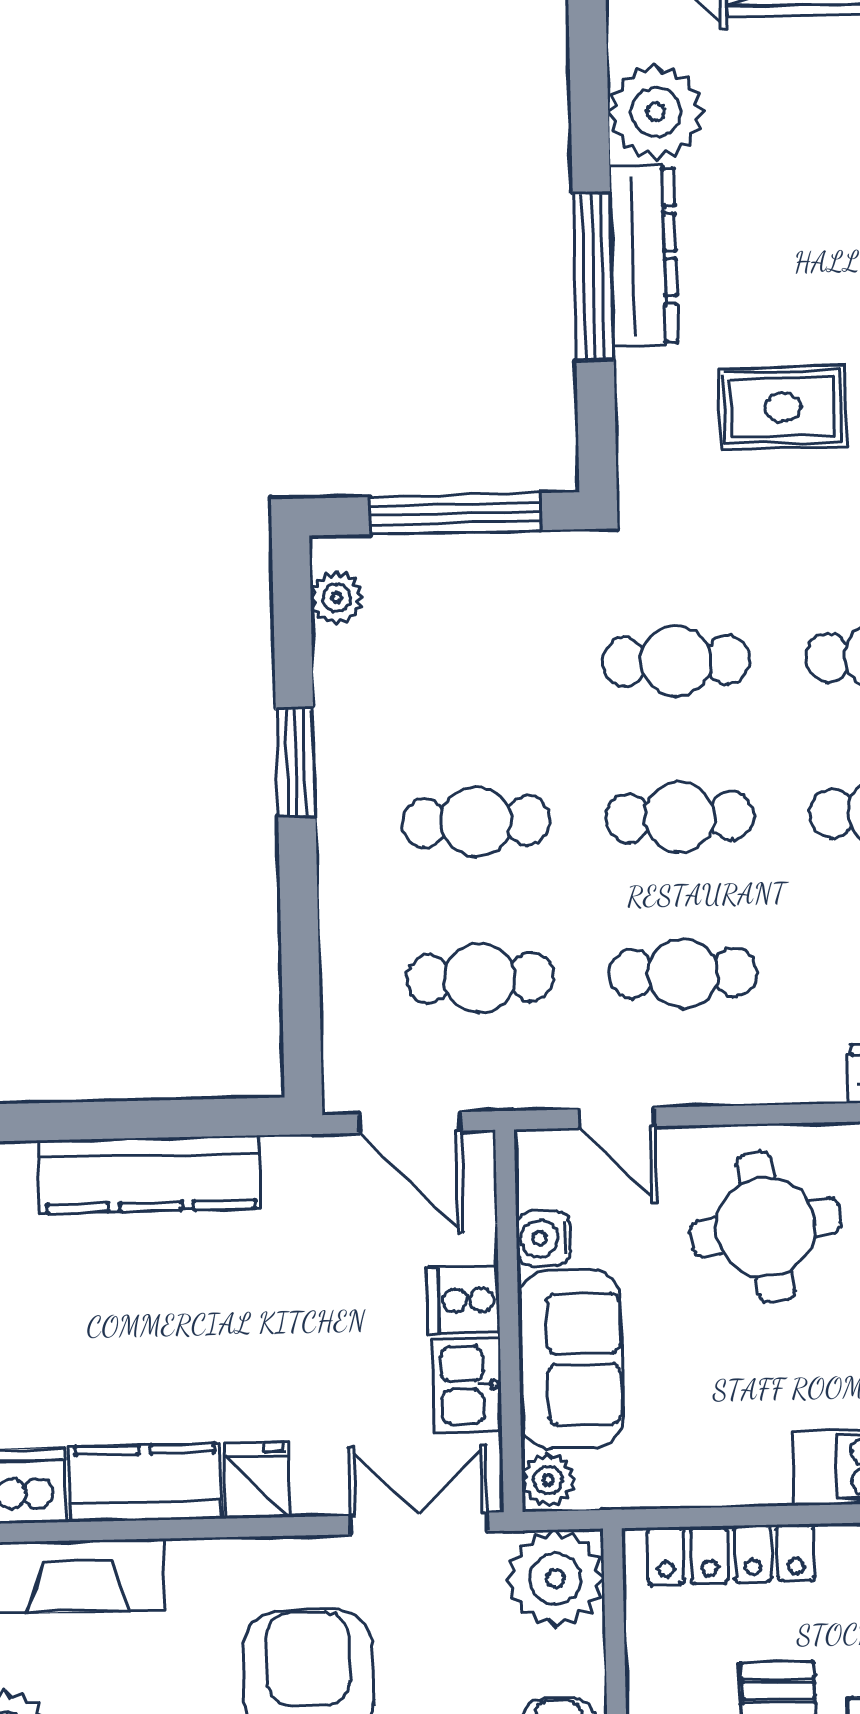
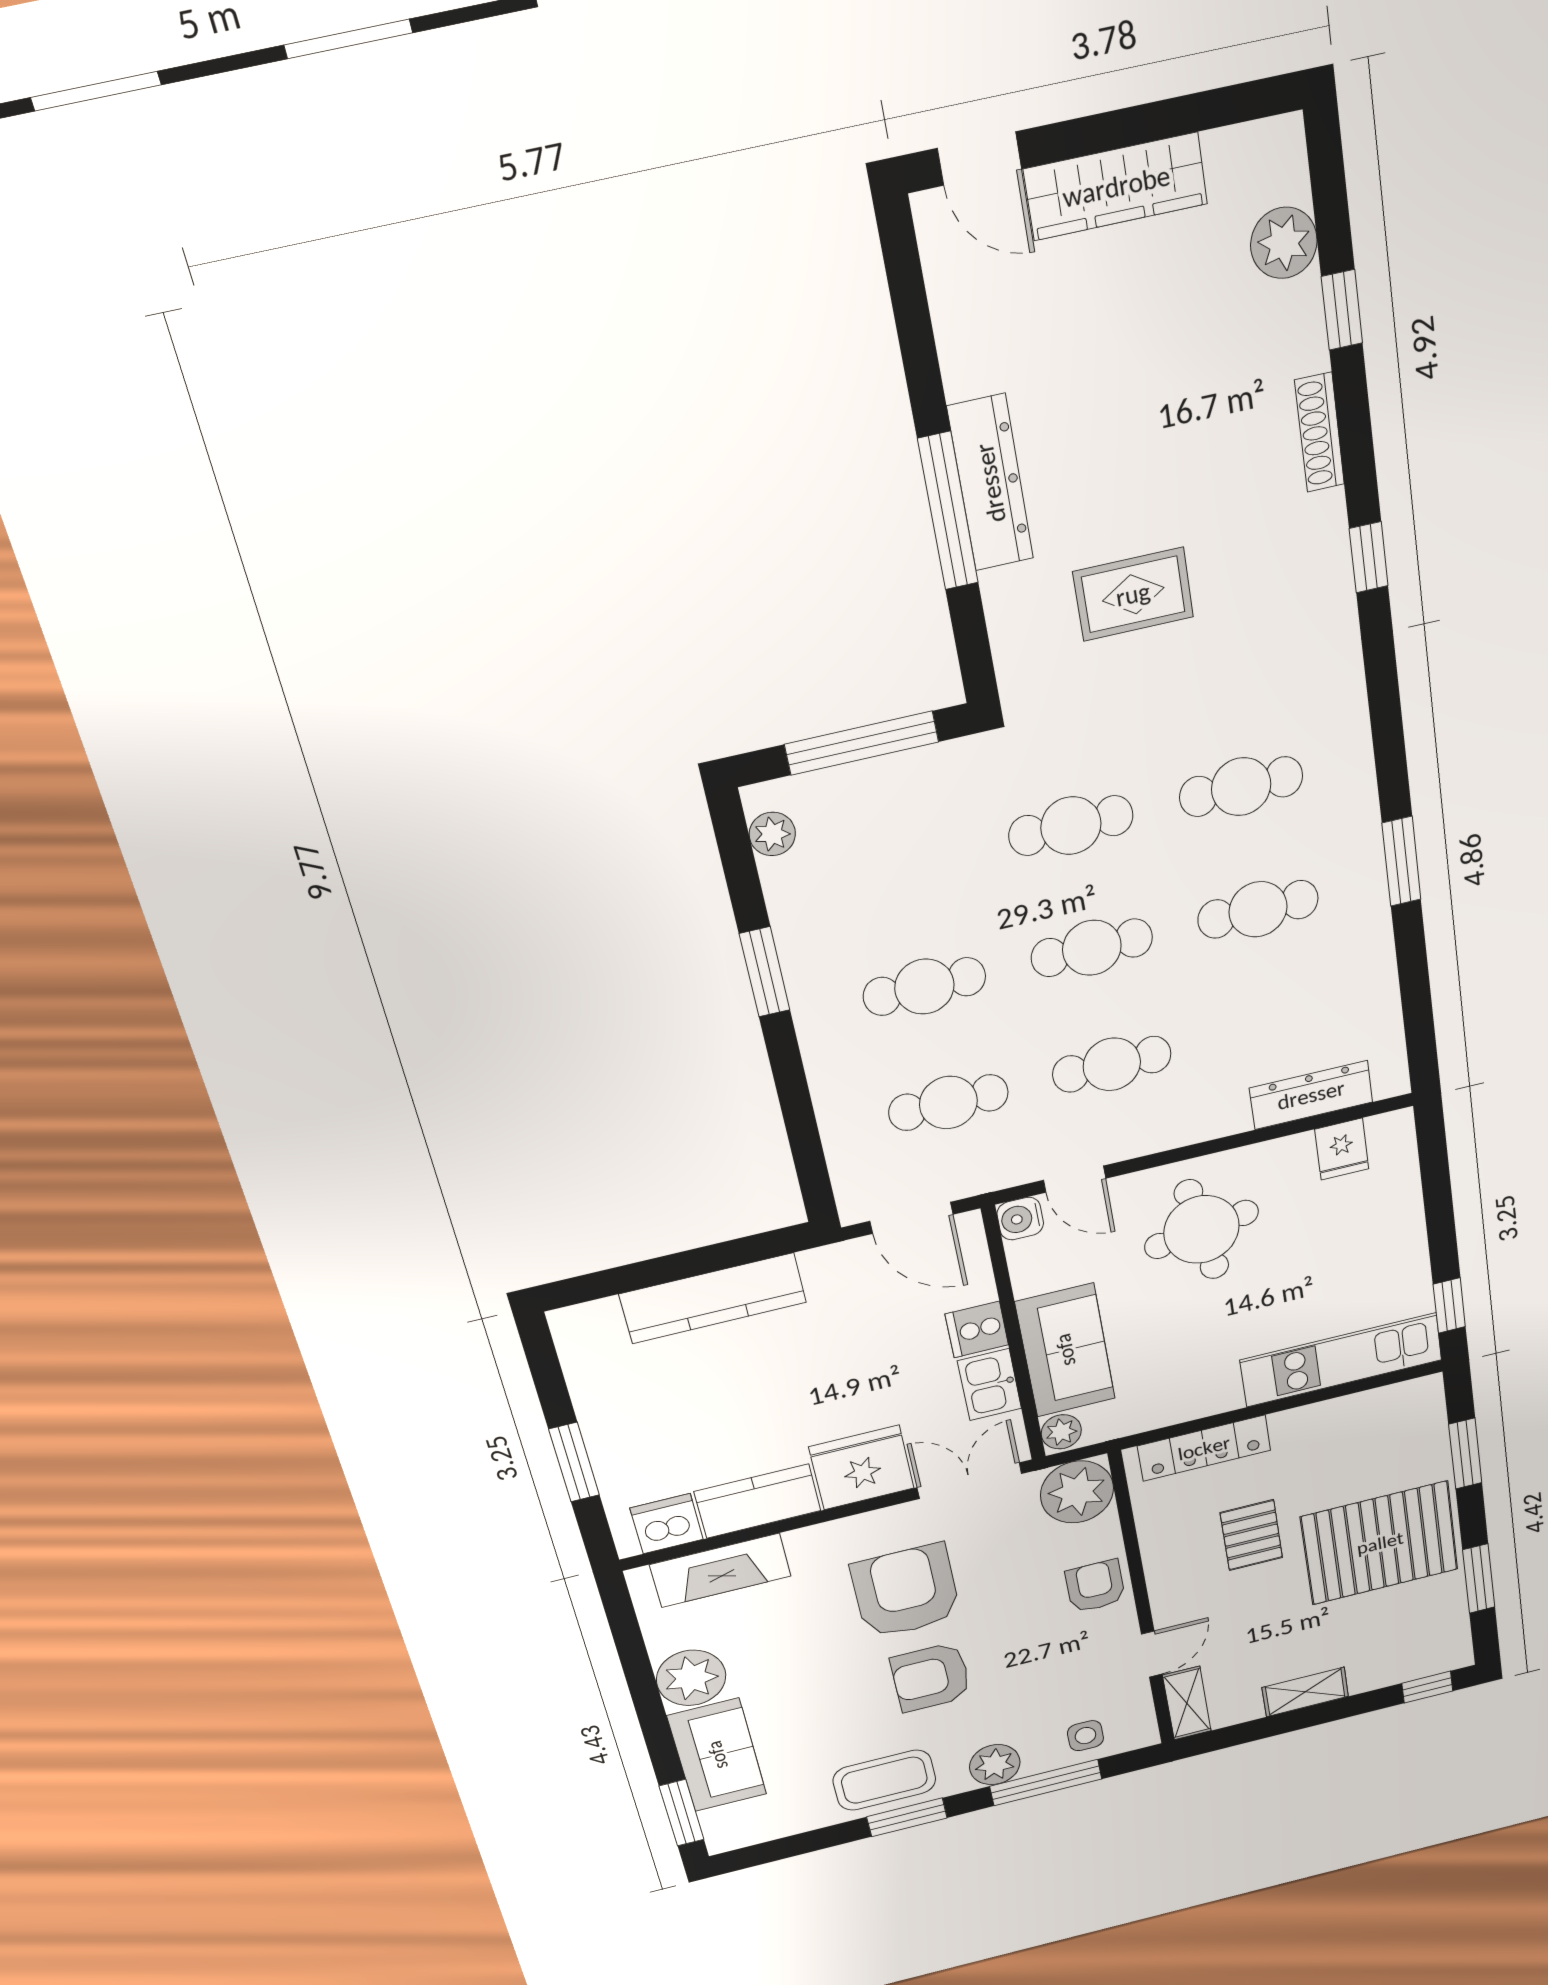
plant: (656, 112) -> (981, 346), removed
water cooler: (544, 1238) -> (1020, 1219), moved
fridge: (257, 1480) -> (861, 1467), width x1.88, depth x1.34

